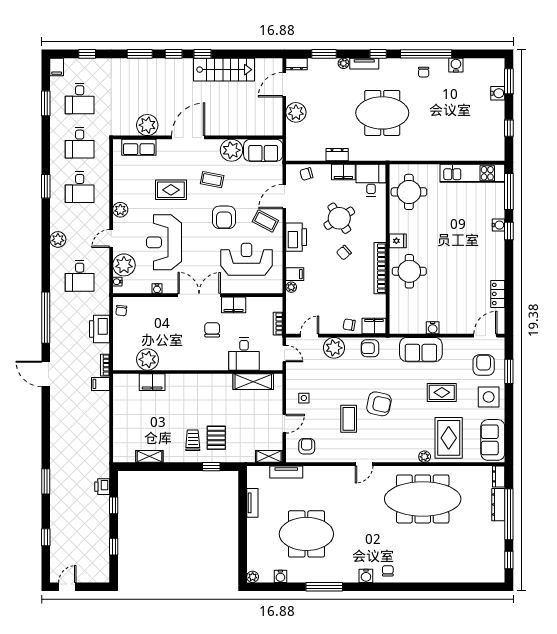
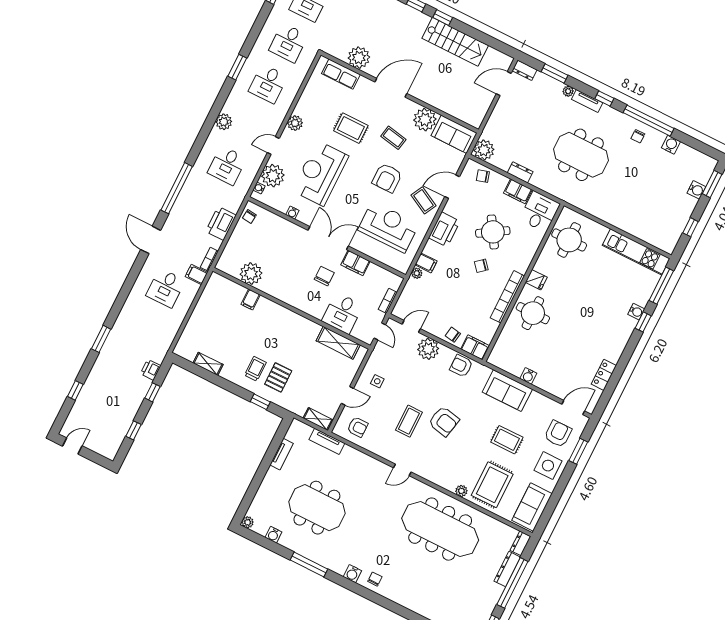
plant: (296, 112) -> (484, 150), moved
filing cabinet: (152, 382) -> (251, 300), width x0.50
desk: (80, 409) -> (166, 288), added
armchair: (307, 446) -> (358, 427), turned 90

